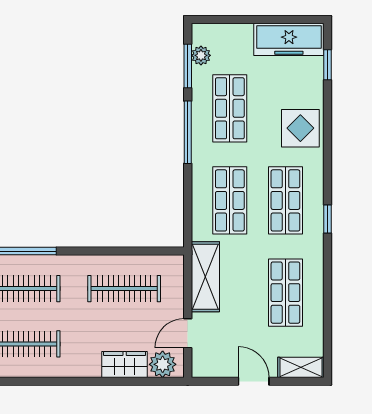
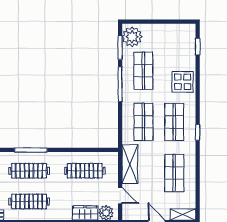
freezer: (289, 39) -> (176, 33), removed
plant: (201, 55) -> (132, 37), width x1.88, depth x1.88
door: (188, 333) -> (120, 196), swing flipped

